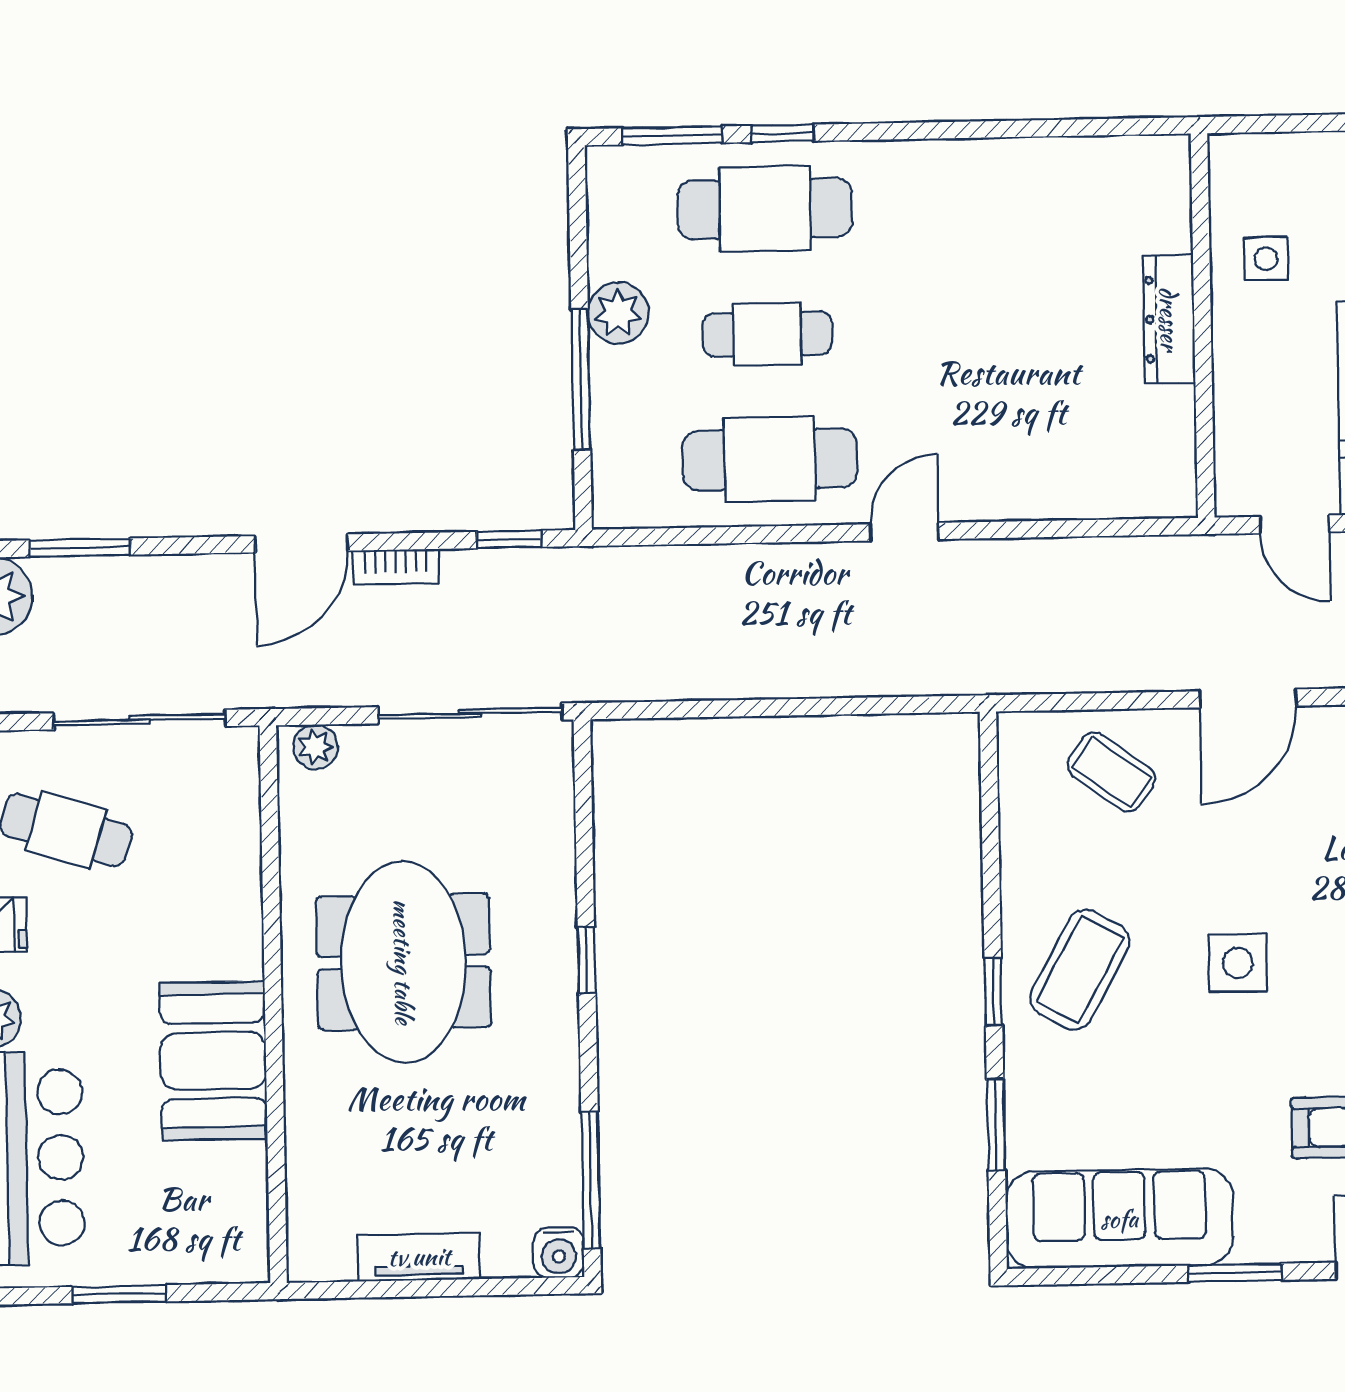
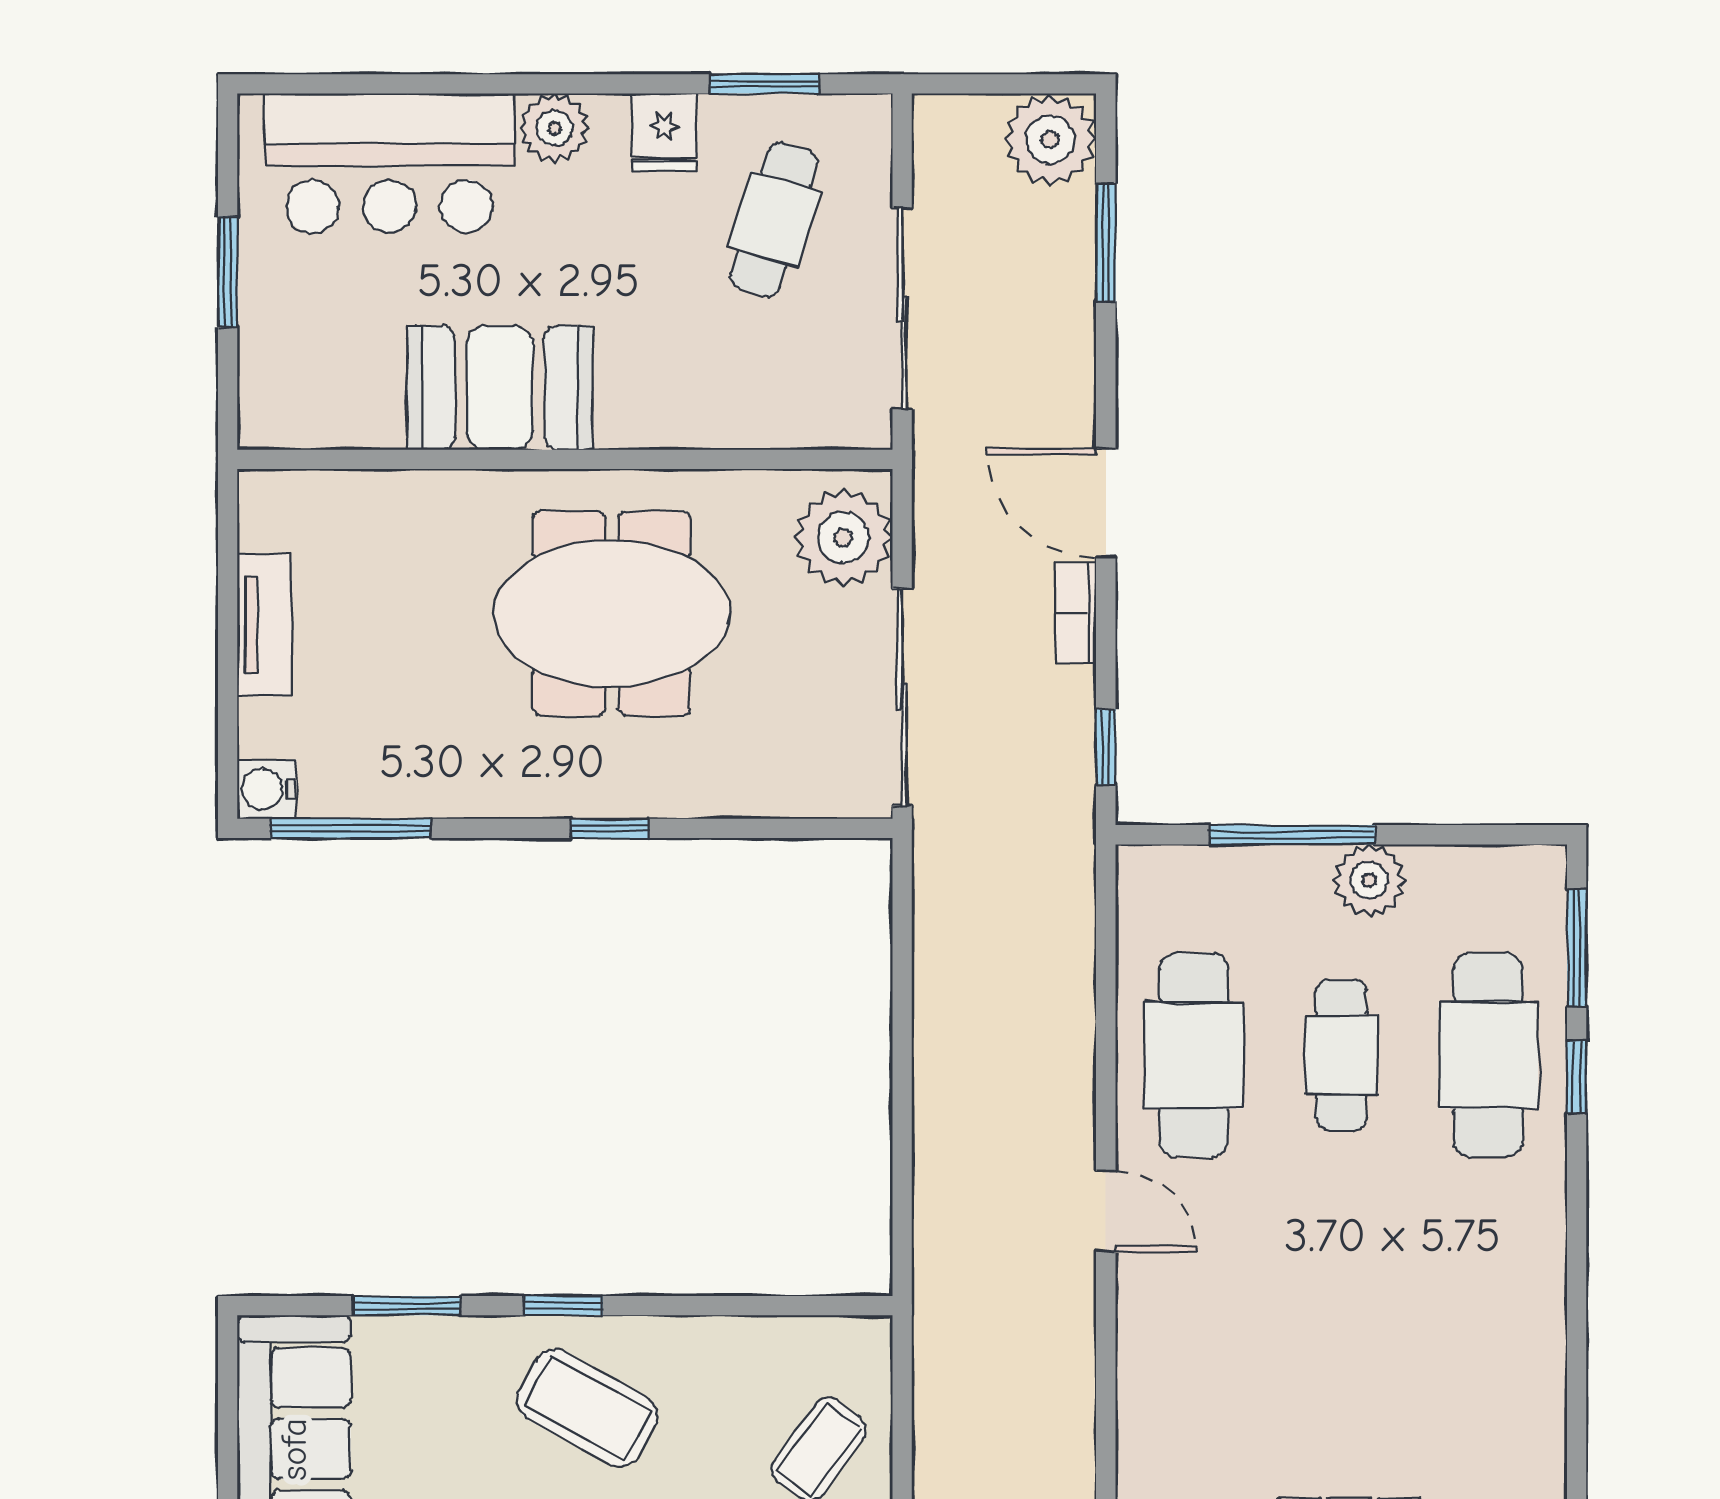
plant: (315, 747) -> (843, 538), width x1.88, depth x1.88

